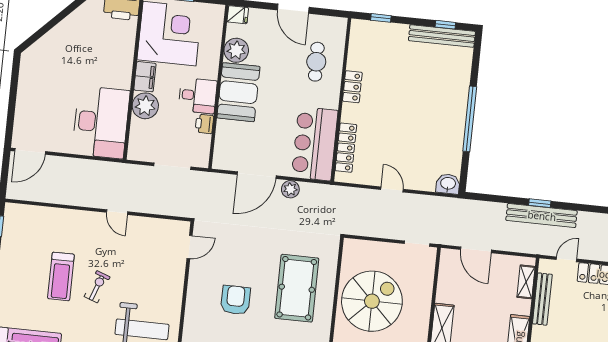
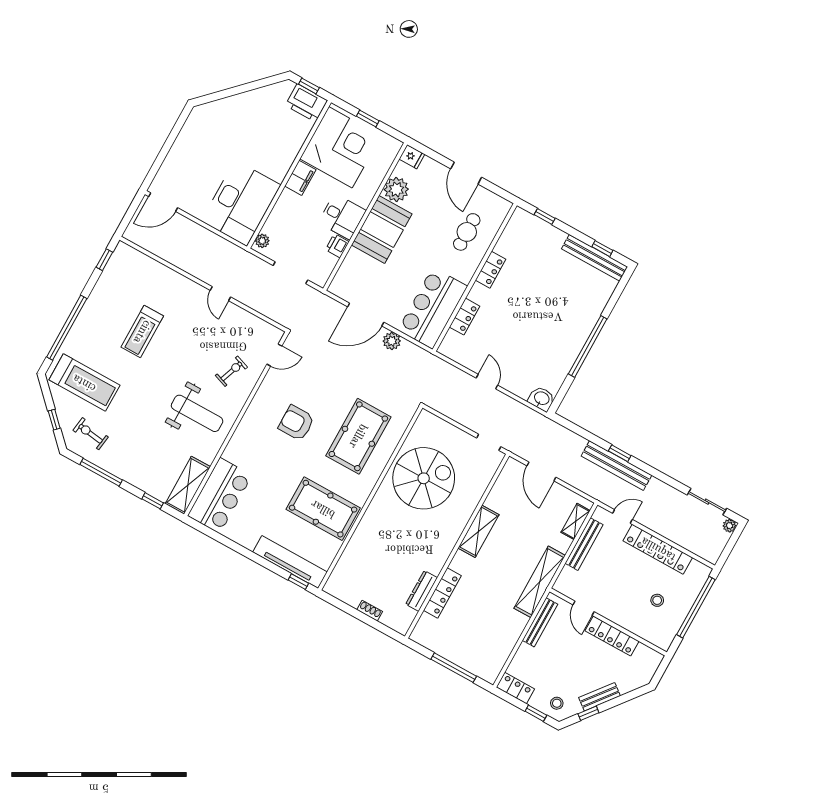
plant: (145, 106) -> (262, 241), moved, width x0.53, depth x0.53
locker: (346, 148) -> (465, 317), width x0.66
exercise bike: (97, 287) -> (231, 371), moved
armchair: (236, 300) -> (296, 423), turned -90

